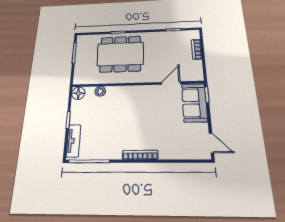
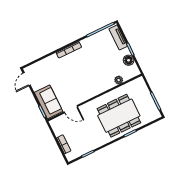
door: (171, 83) -> (71, 109), hinge flipped
floor lamp: (78, 93) -> (129, 60), moved
door: (211, 143) -> (27, 79), hinge flipped

